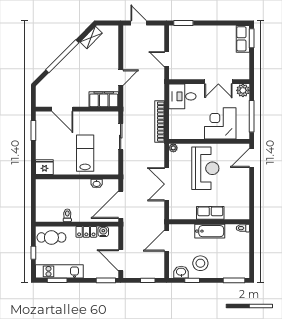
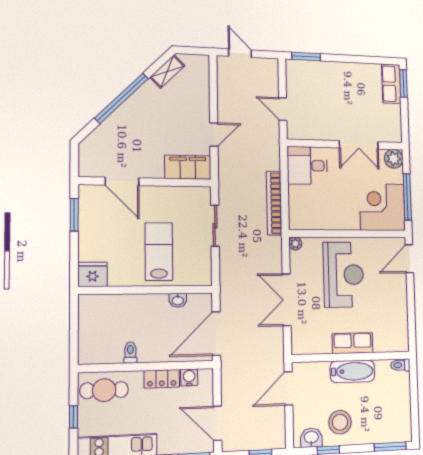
corner desk: (220, 123) -> (382, 207), moved

